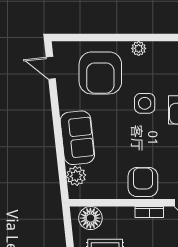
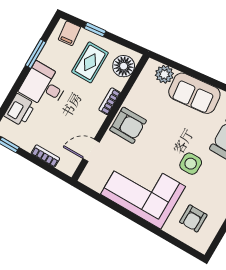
bookcase: (149, 212) -> (110, 101), moved

